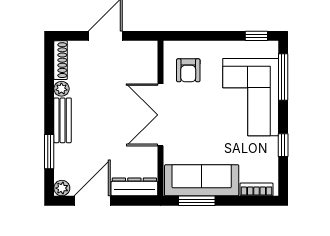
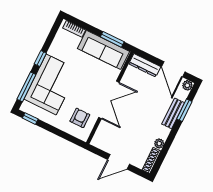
bench: (63, 120) -> (173, 113), moved
window: (283, 145) -> (40, 59), moved
door: (92, 201) -> (173, 69), hinge flipped

